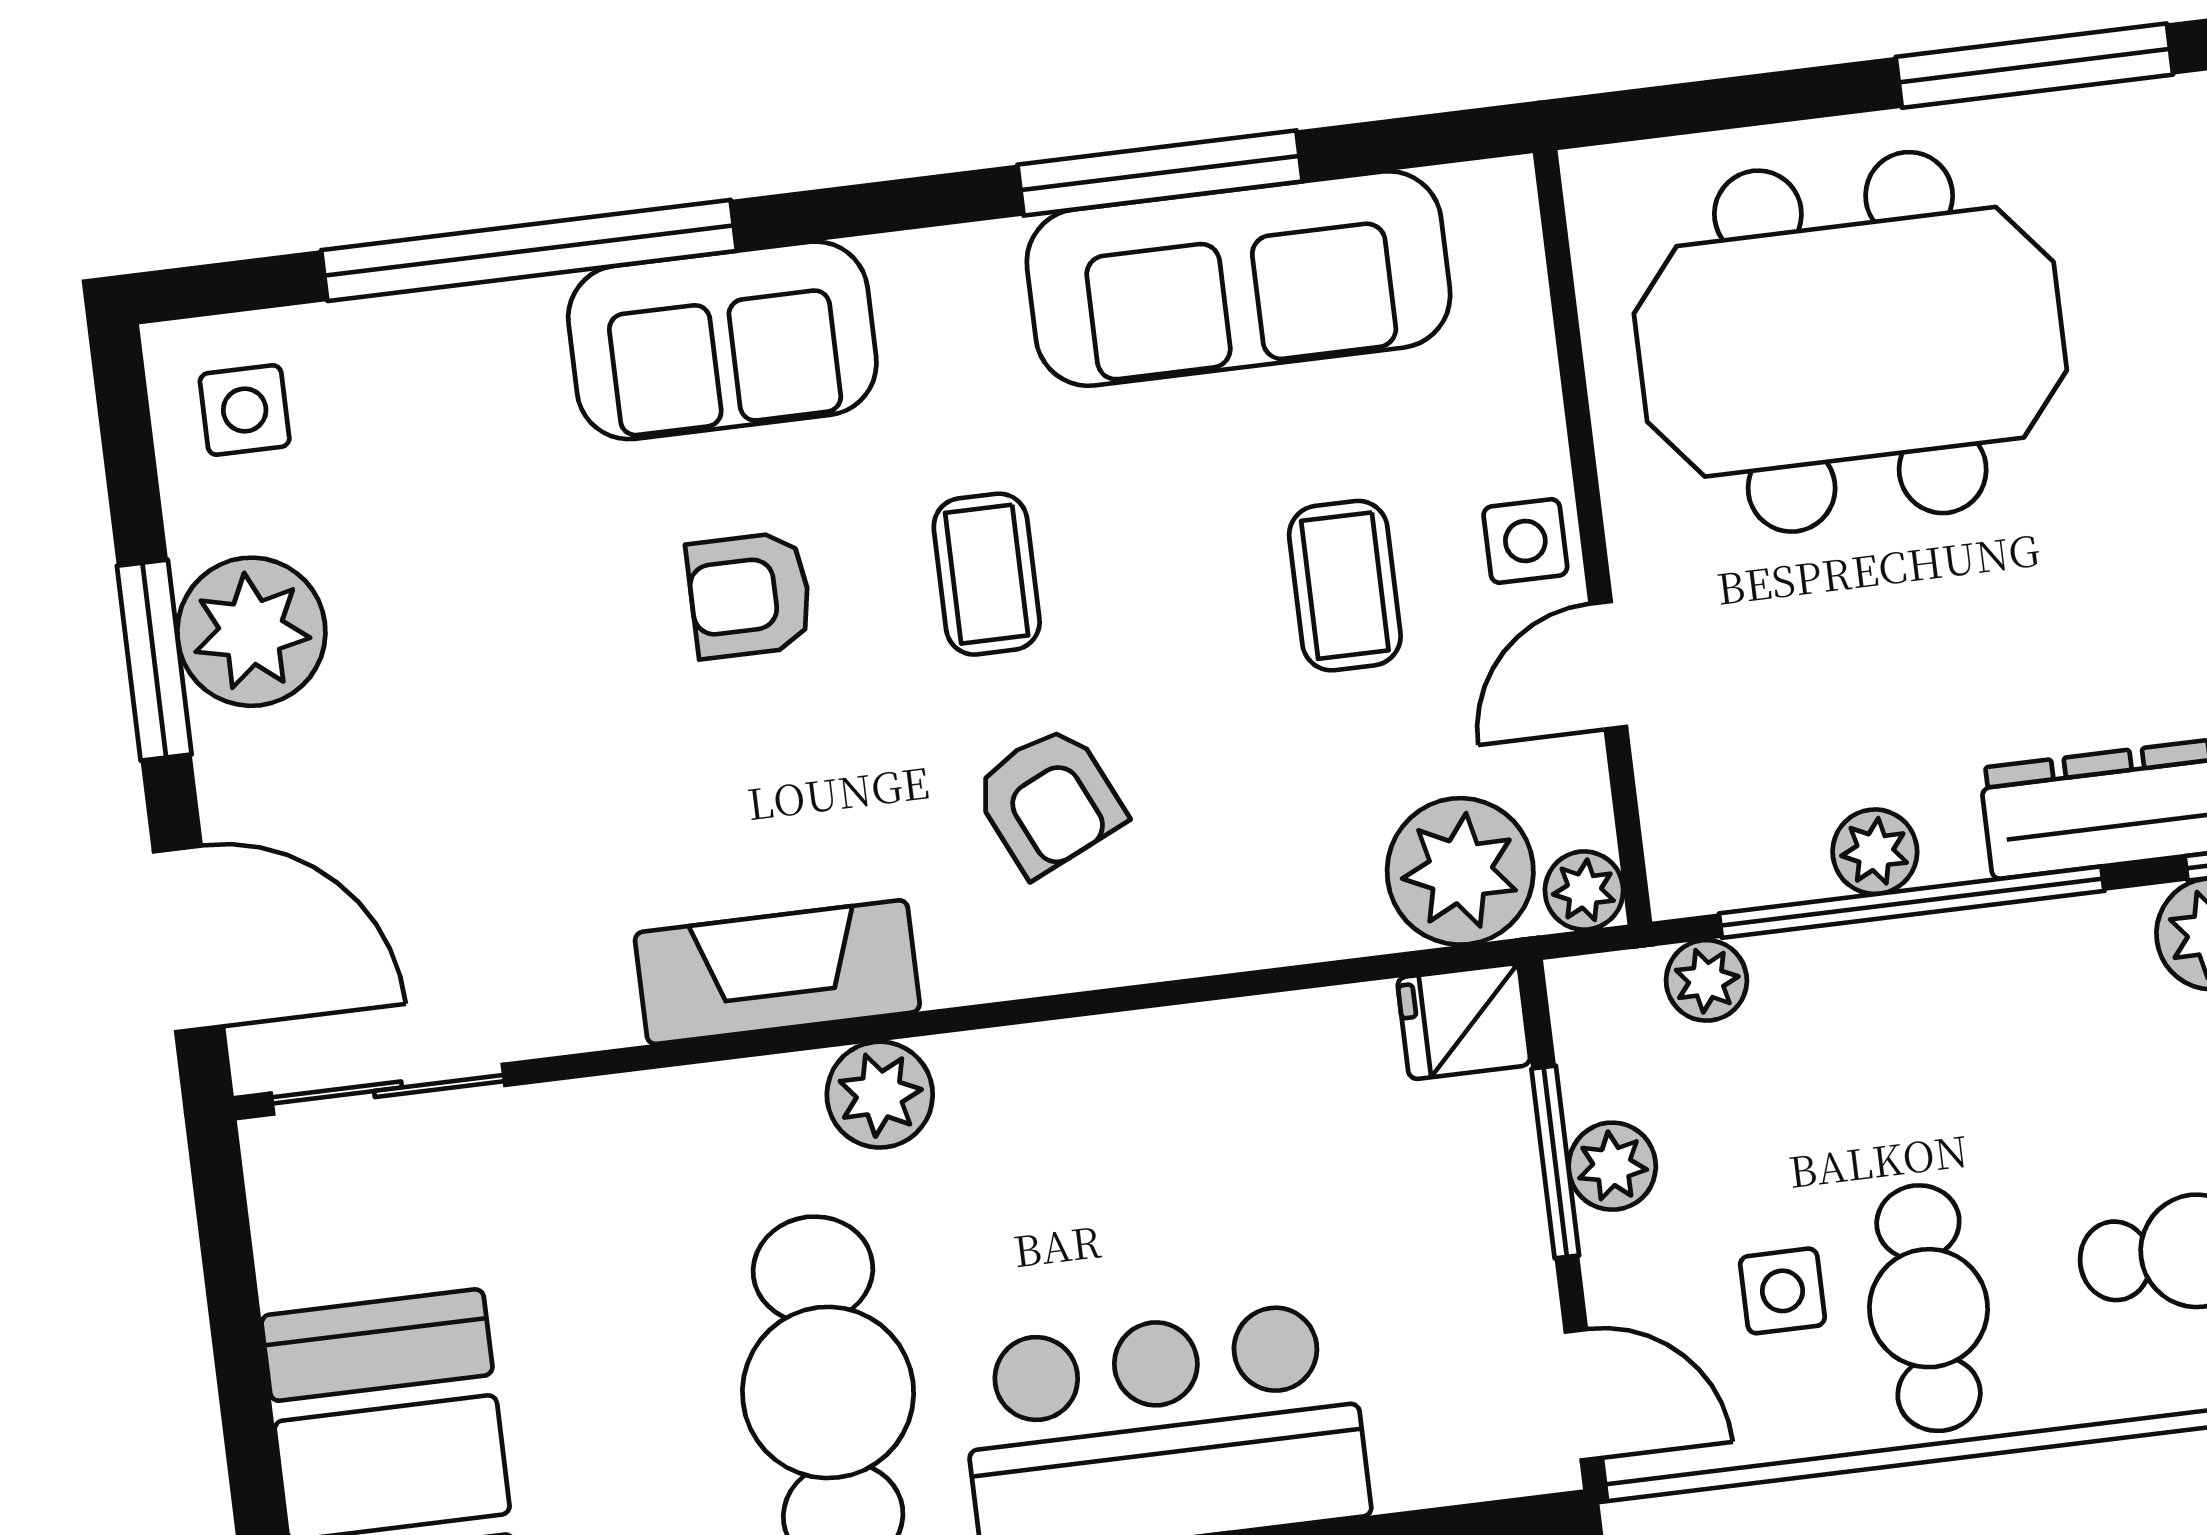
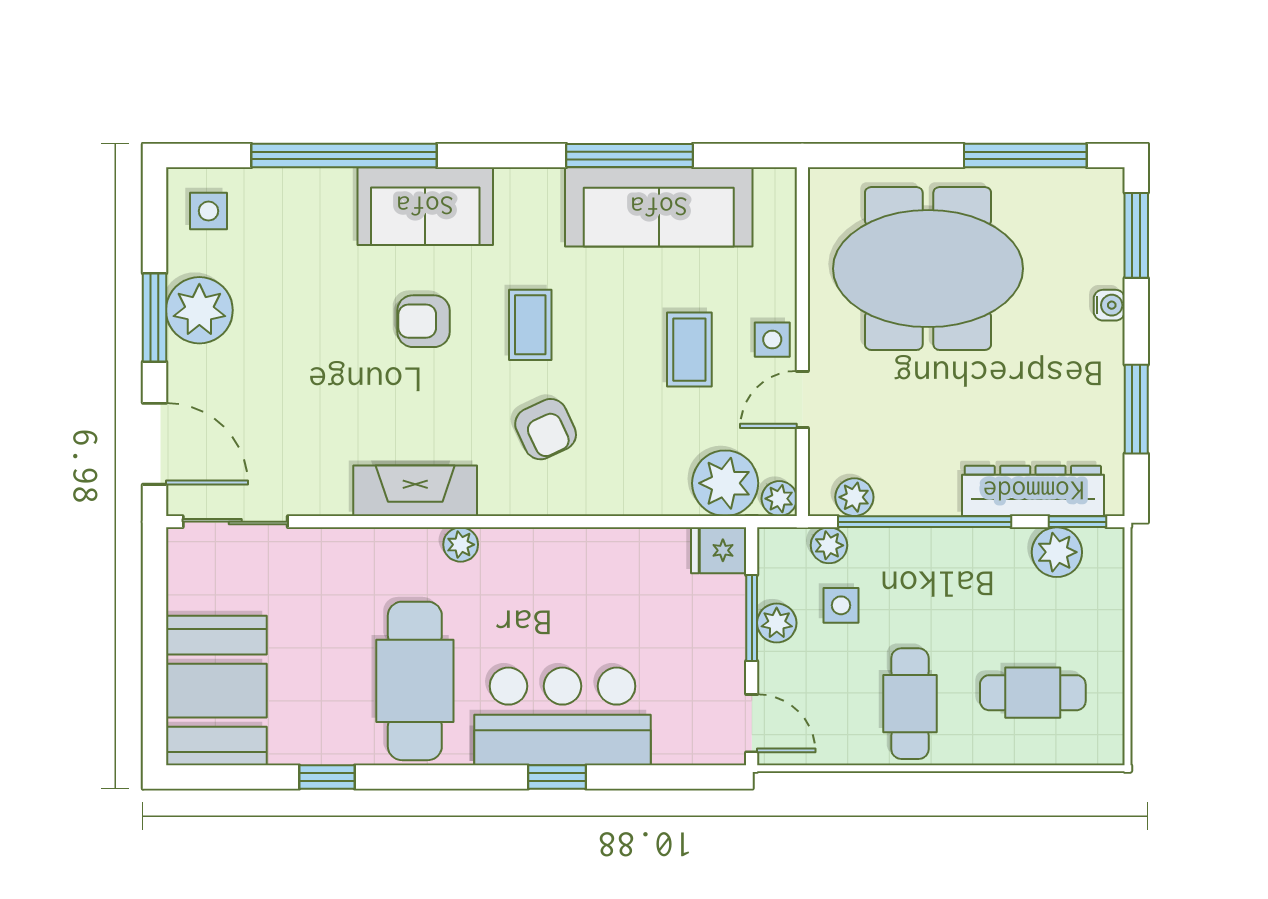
plant: (1875, 852) -> (854, 497), moved
plant: (880, 1095) -> (461, 545), width x0.73, depth x0.73
side table: (1782, 1291) -> (841, 605), moved

